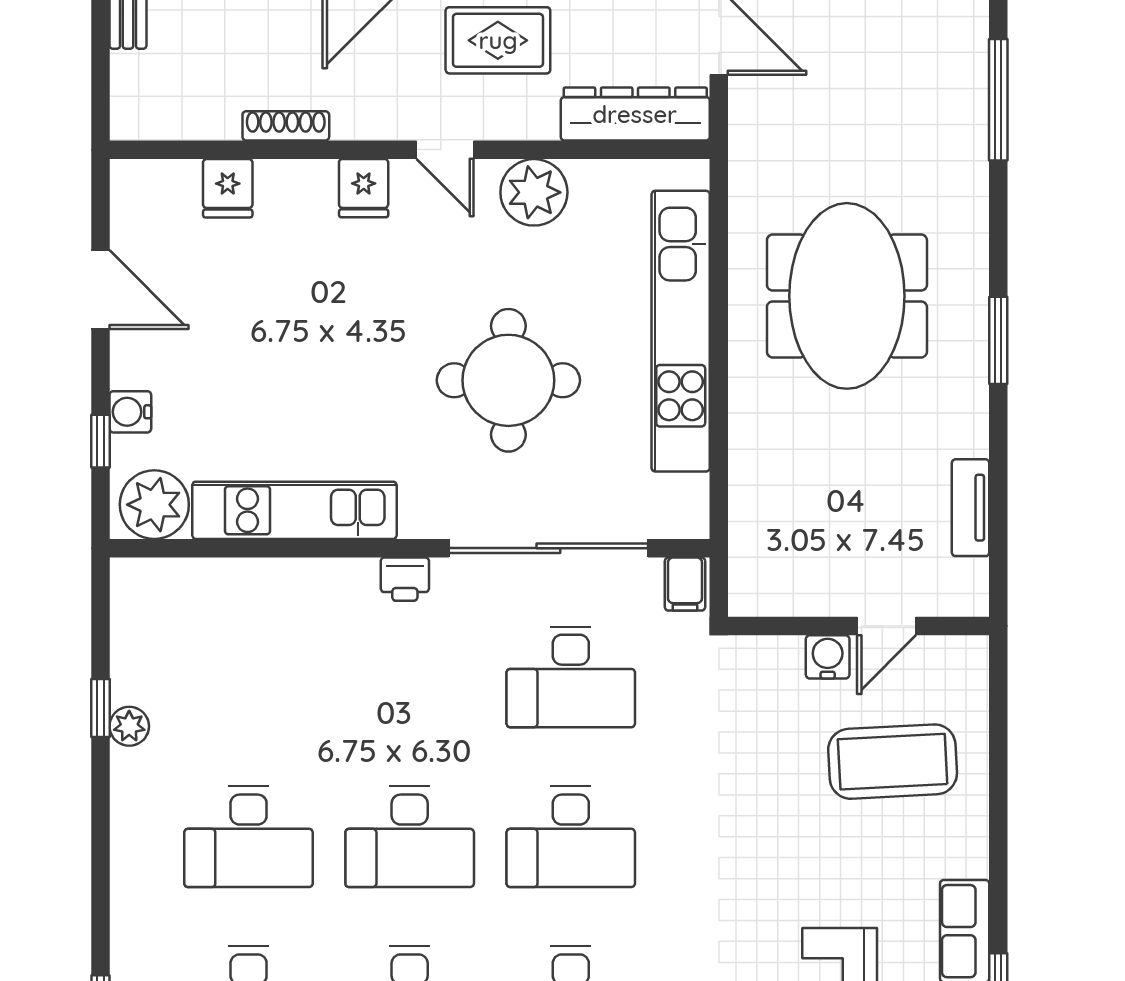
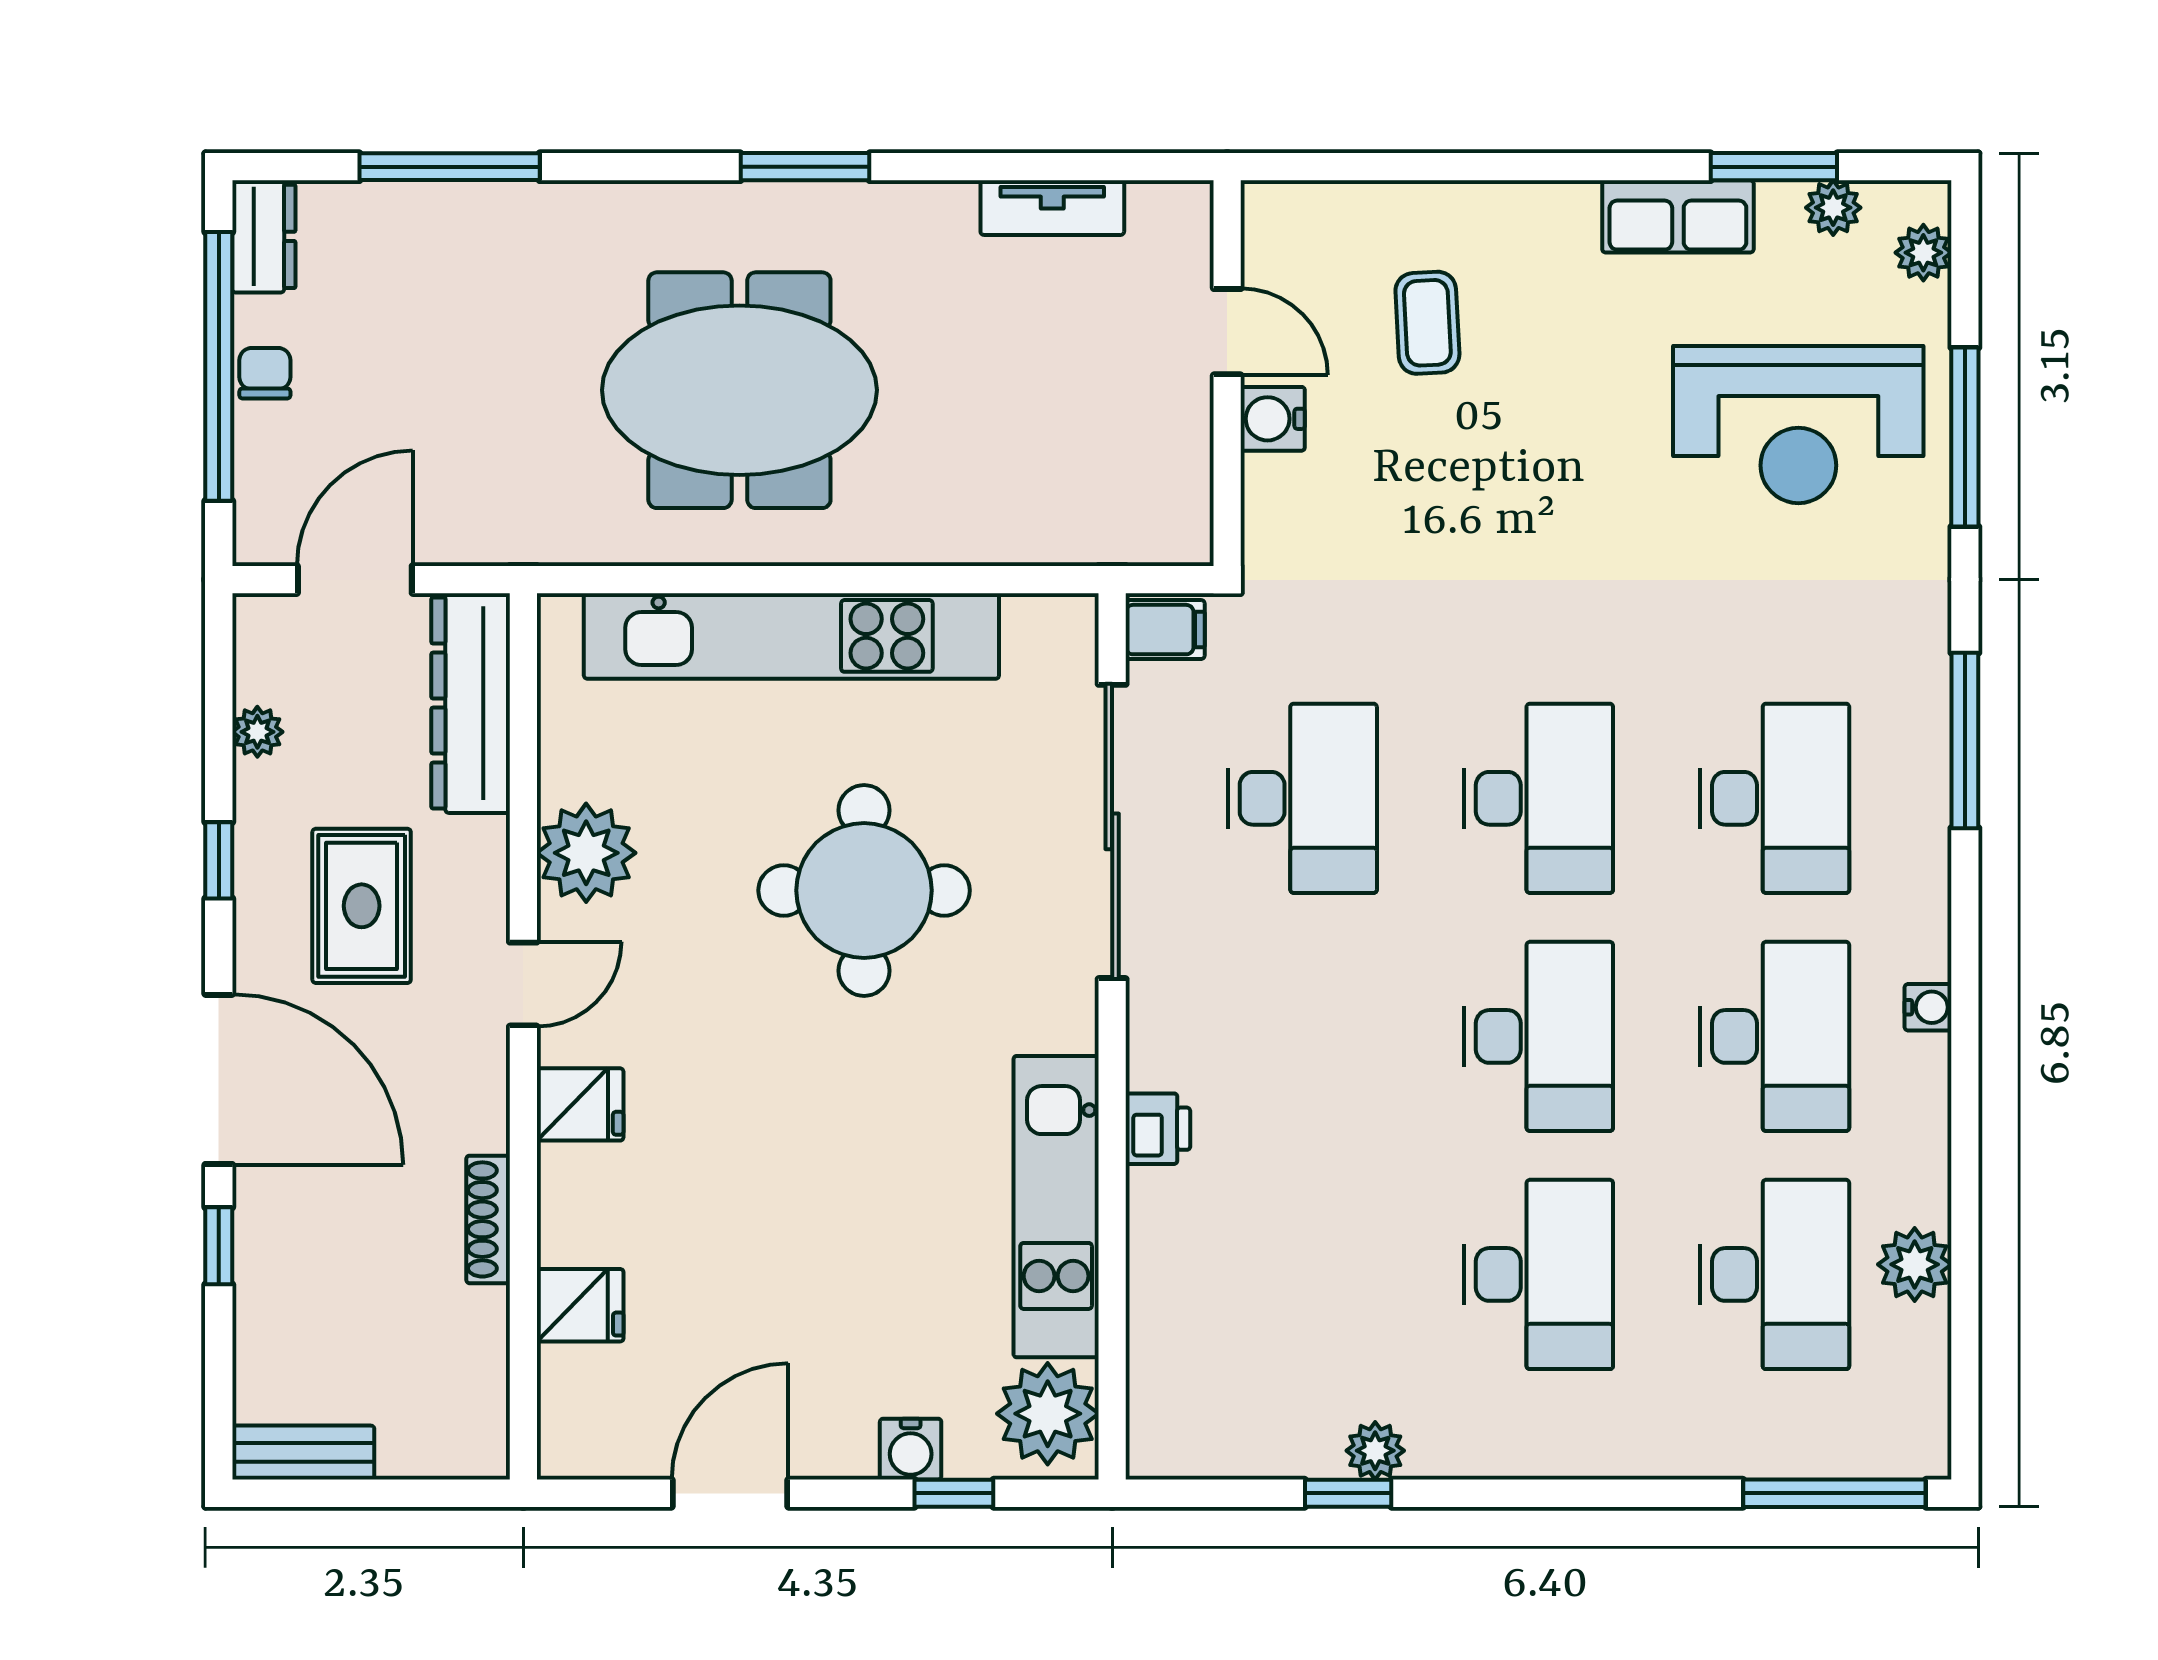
printer: (405, 579) -> (1158, 1129), moved
coffee table: (893, 762) -> (1427, 323), width x0.54, depth x0.58

